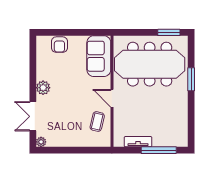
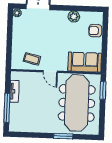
window: (169, 32) -> (103, 90), moved
plant: (43, 88) -> (74, 17), moved
door: (112, 98) -> (50, 72), swing flipped

